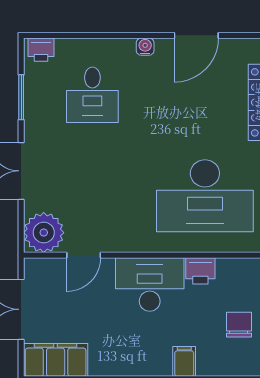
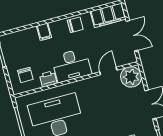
chair: (239, 325) -> (25, 75), moved
chair: (122, 359) -> (75, 25), added

